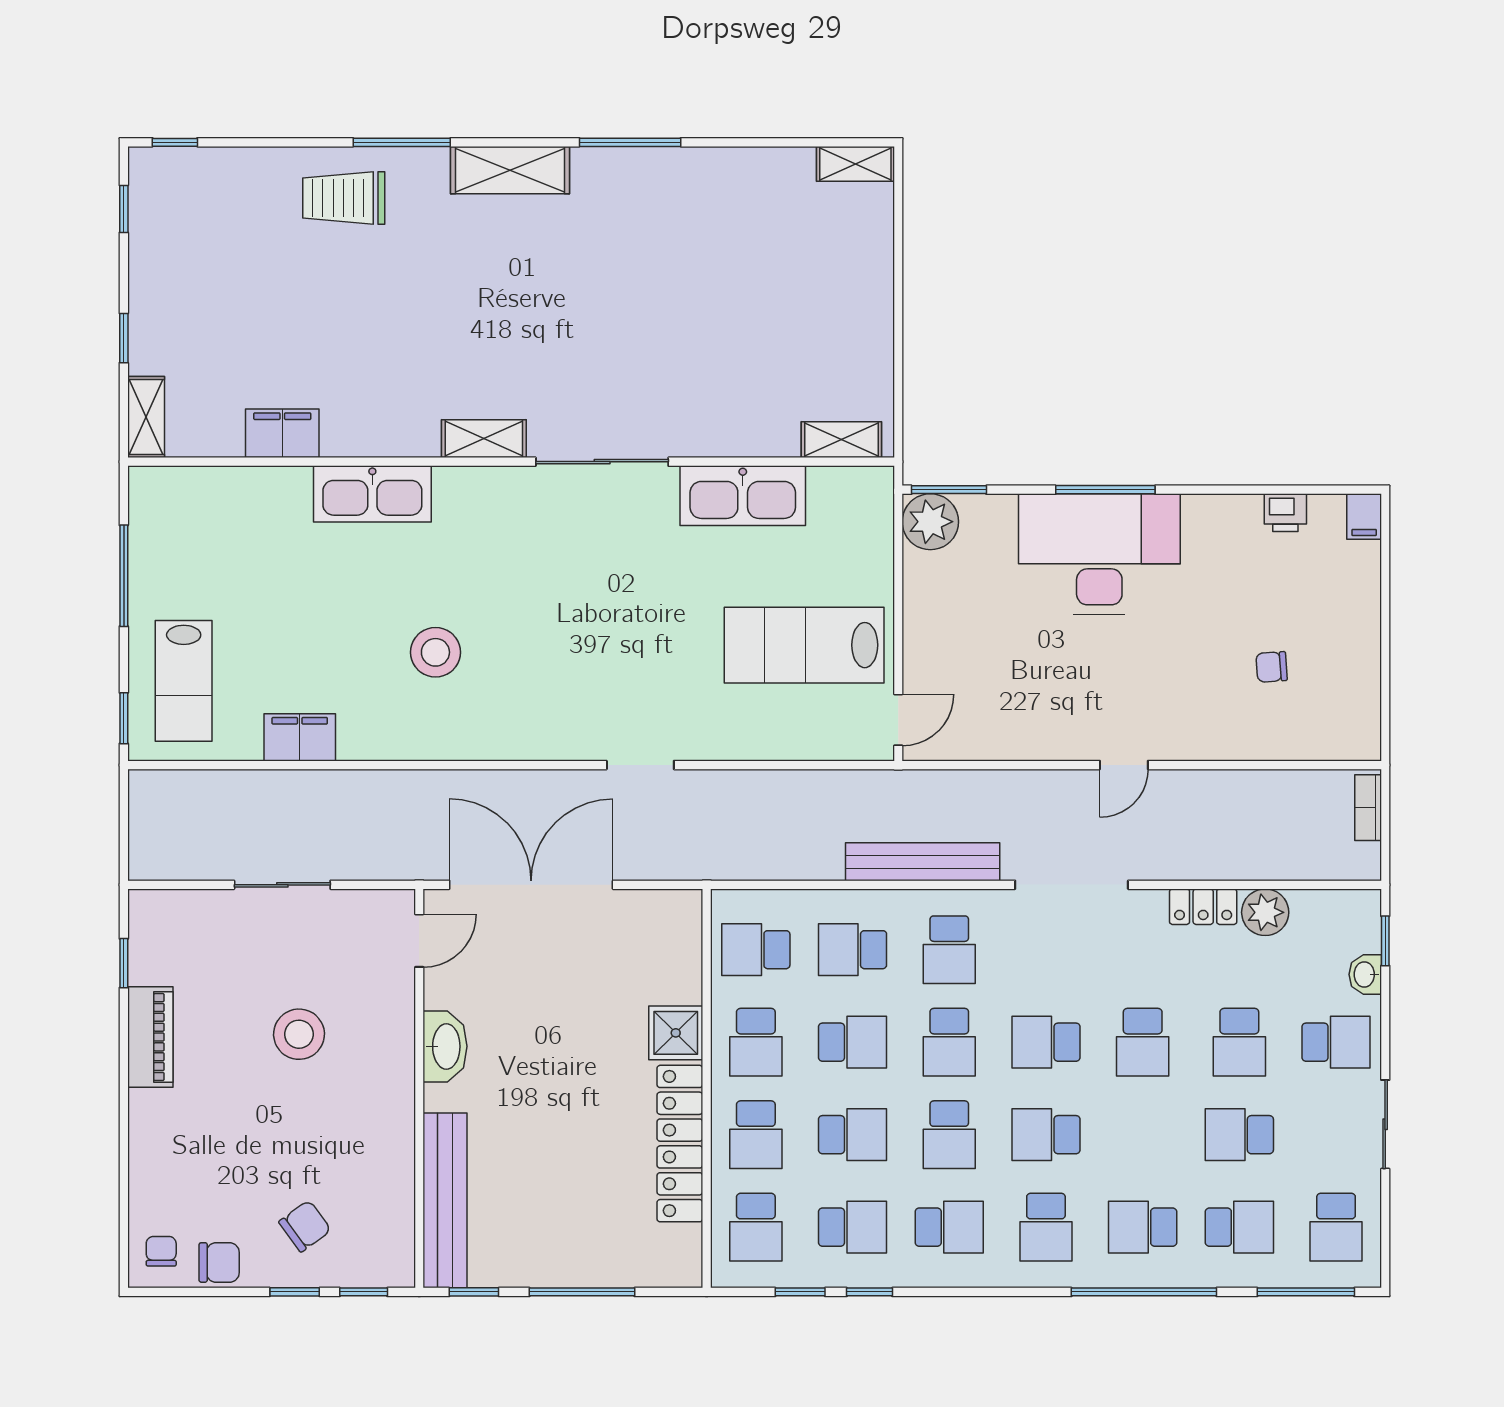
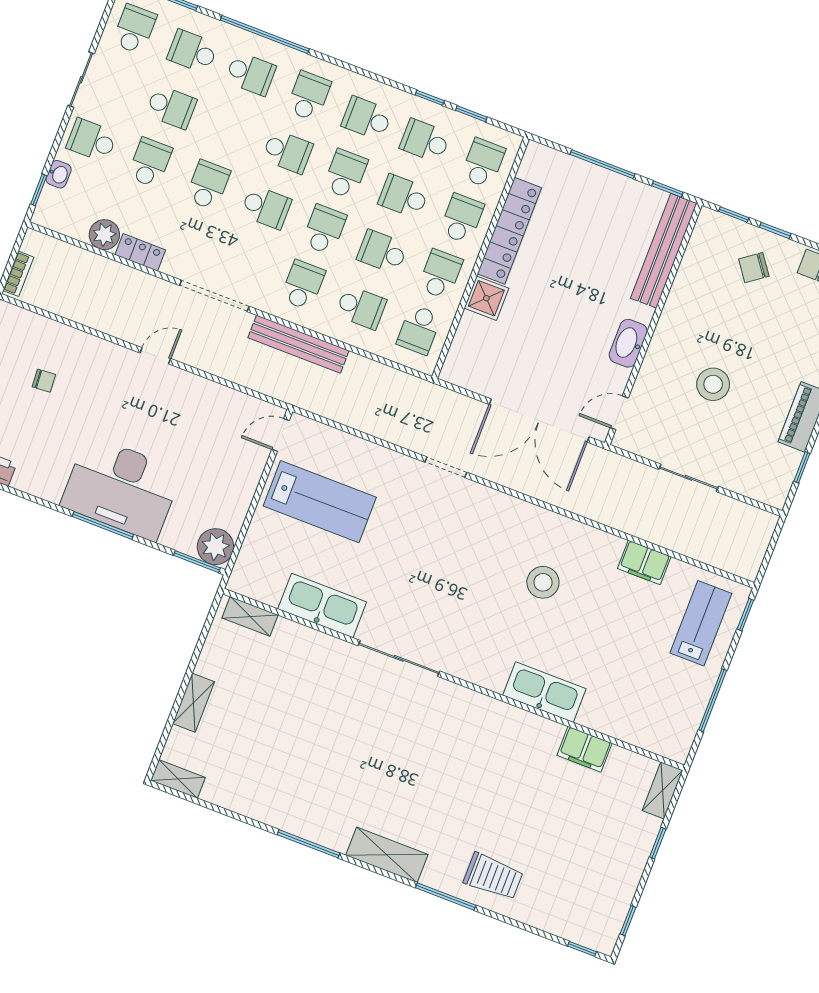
shelving: (484, 439) -> (194, 703), moved, turned 90
school desk: (756, 950) -> (419, 330), turned 90

